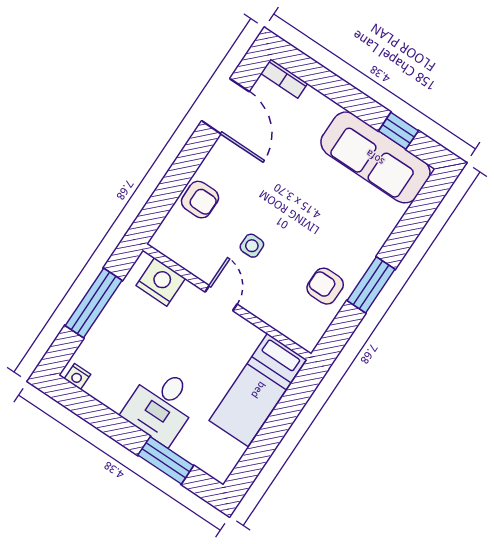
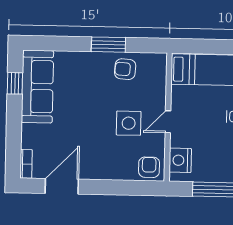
armchair: (200, 200) -> (149, 167), moved
side table: (252, 246) -> (129, 123), width x1.87, depth x1.87
armchair: (325, 286) -> (125, 69), turned 94

